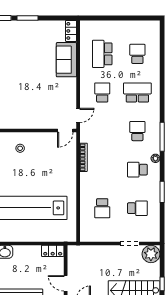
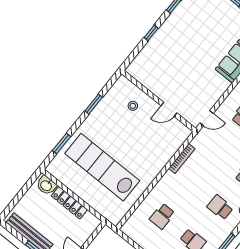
door: (65, 130) -> (169, 109), moved
locker: (53, 251) -> (69, 203), moved, width x1.53

